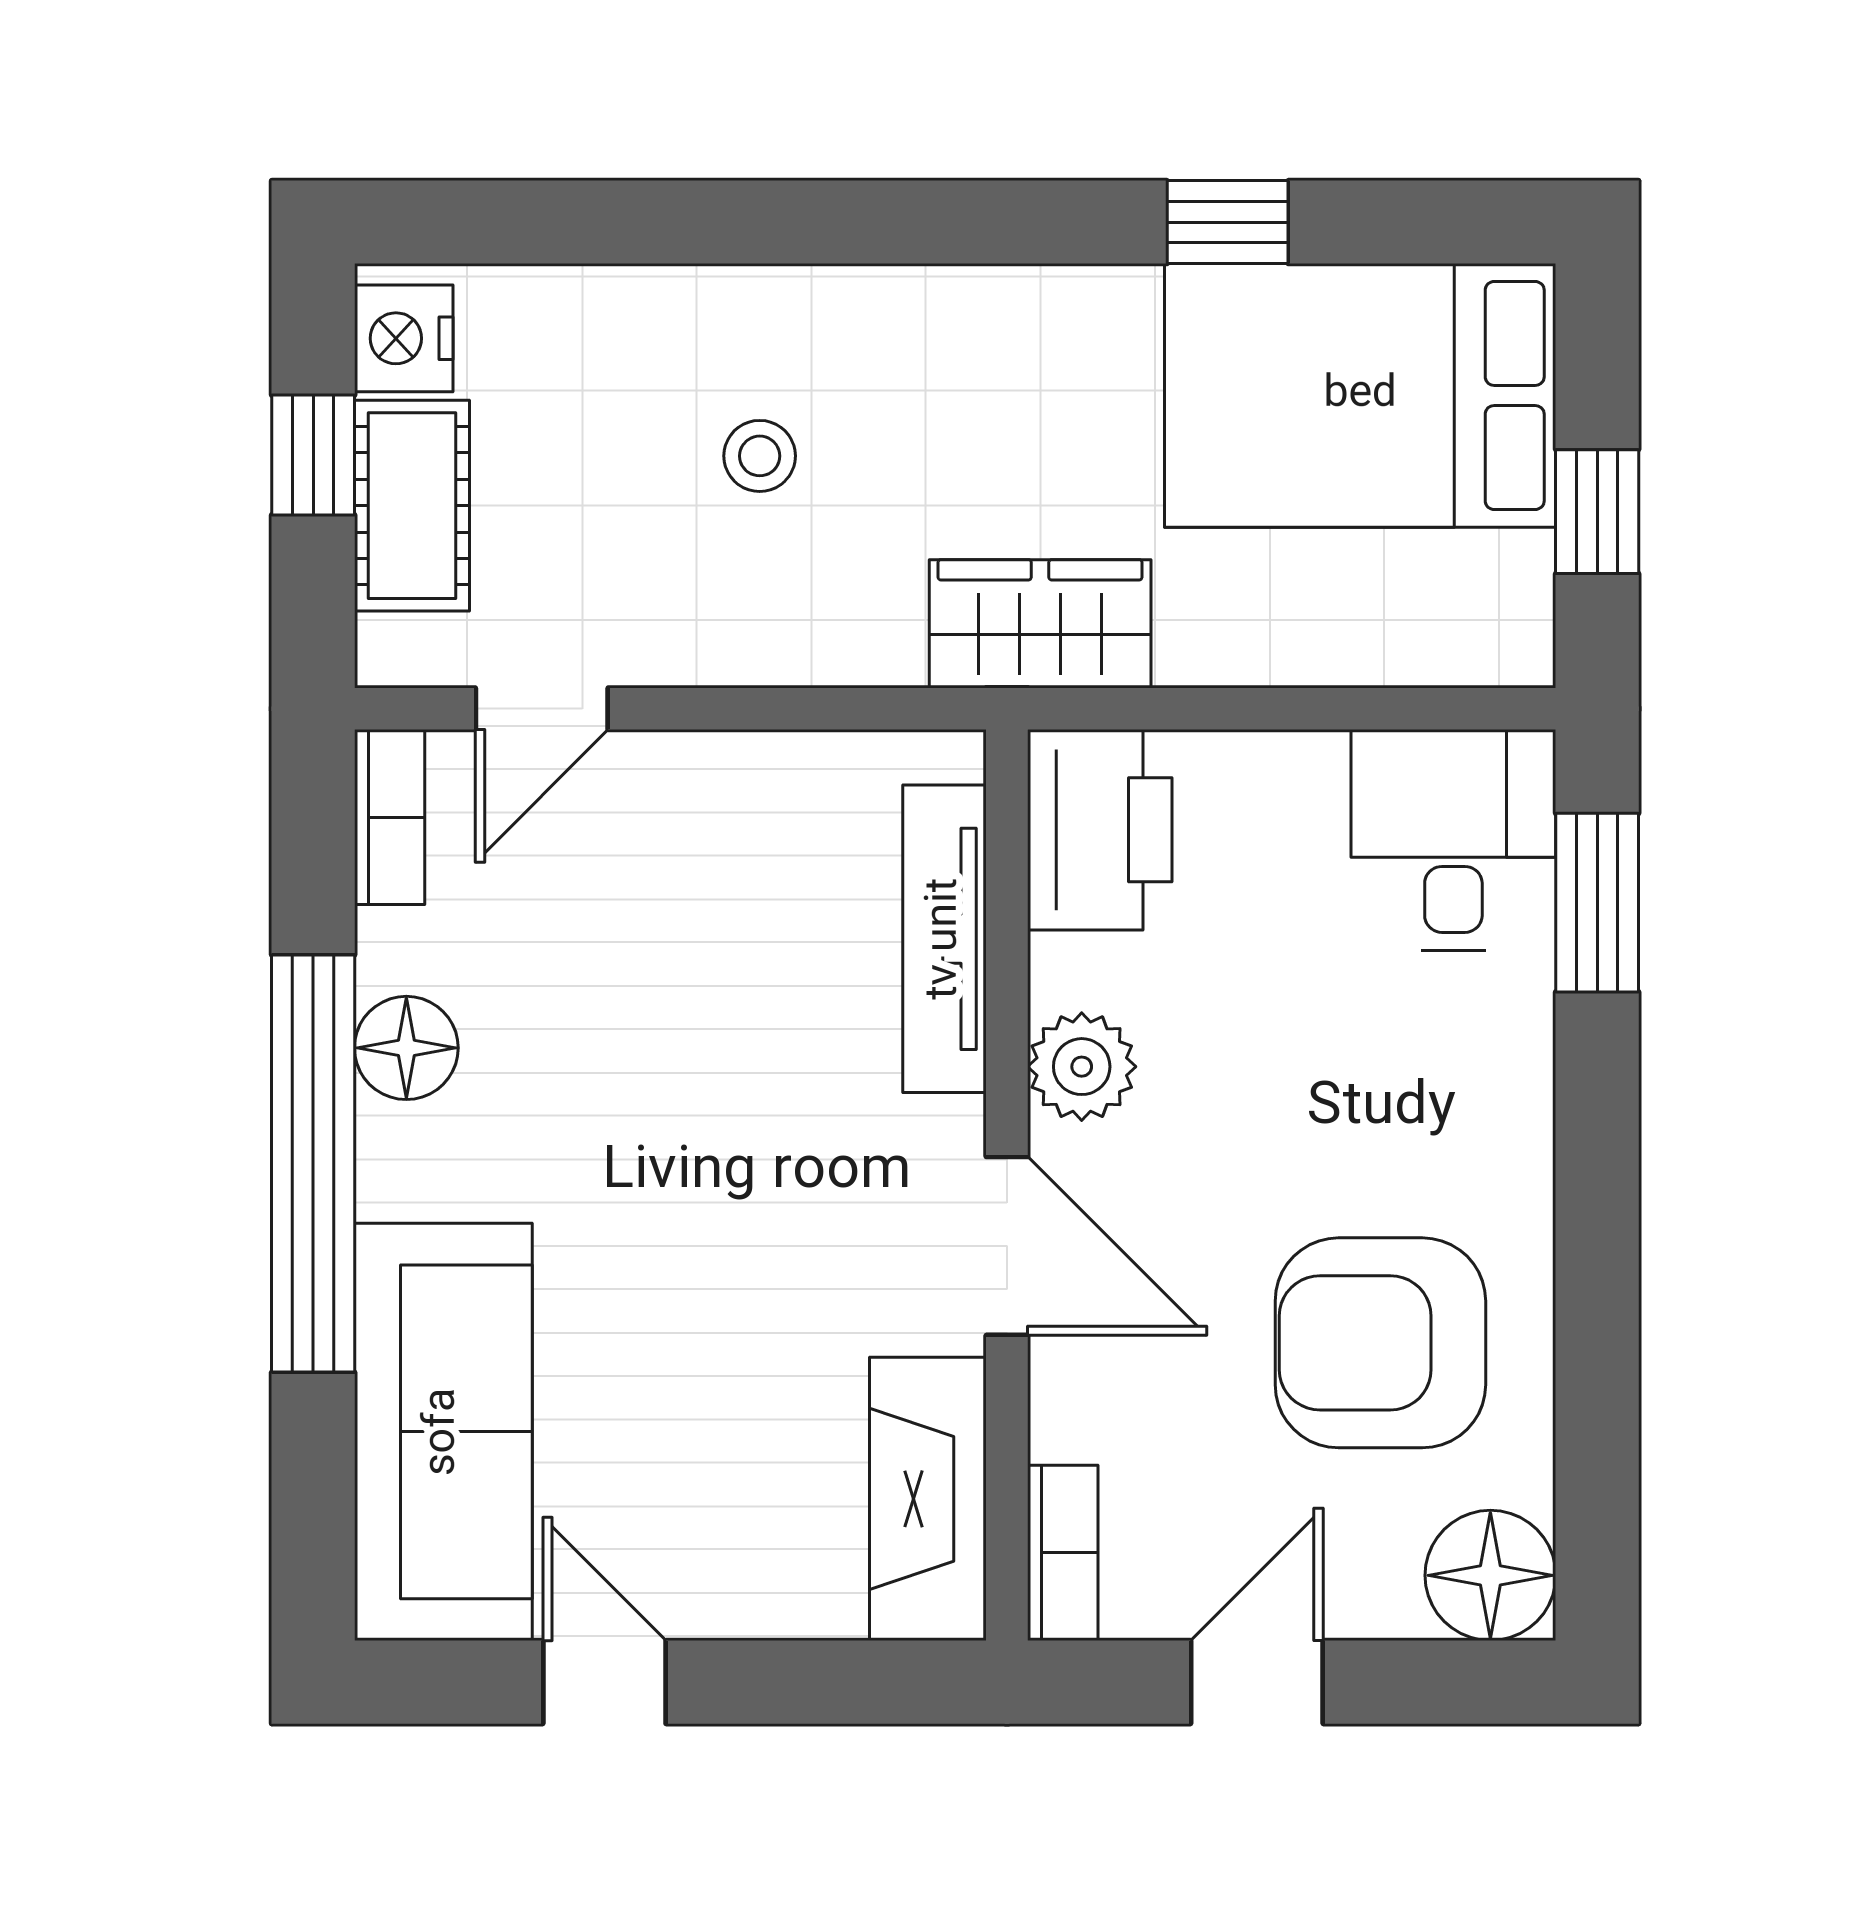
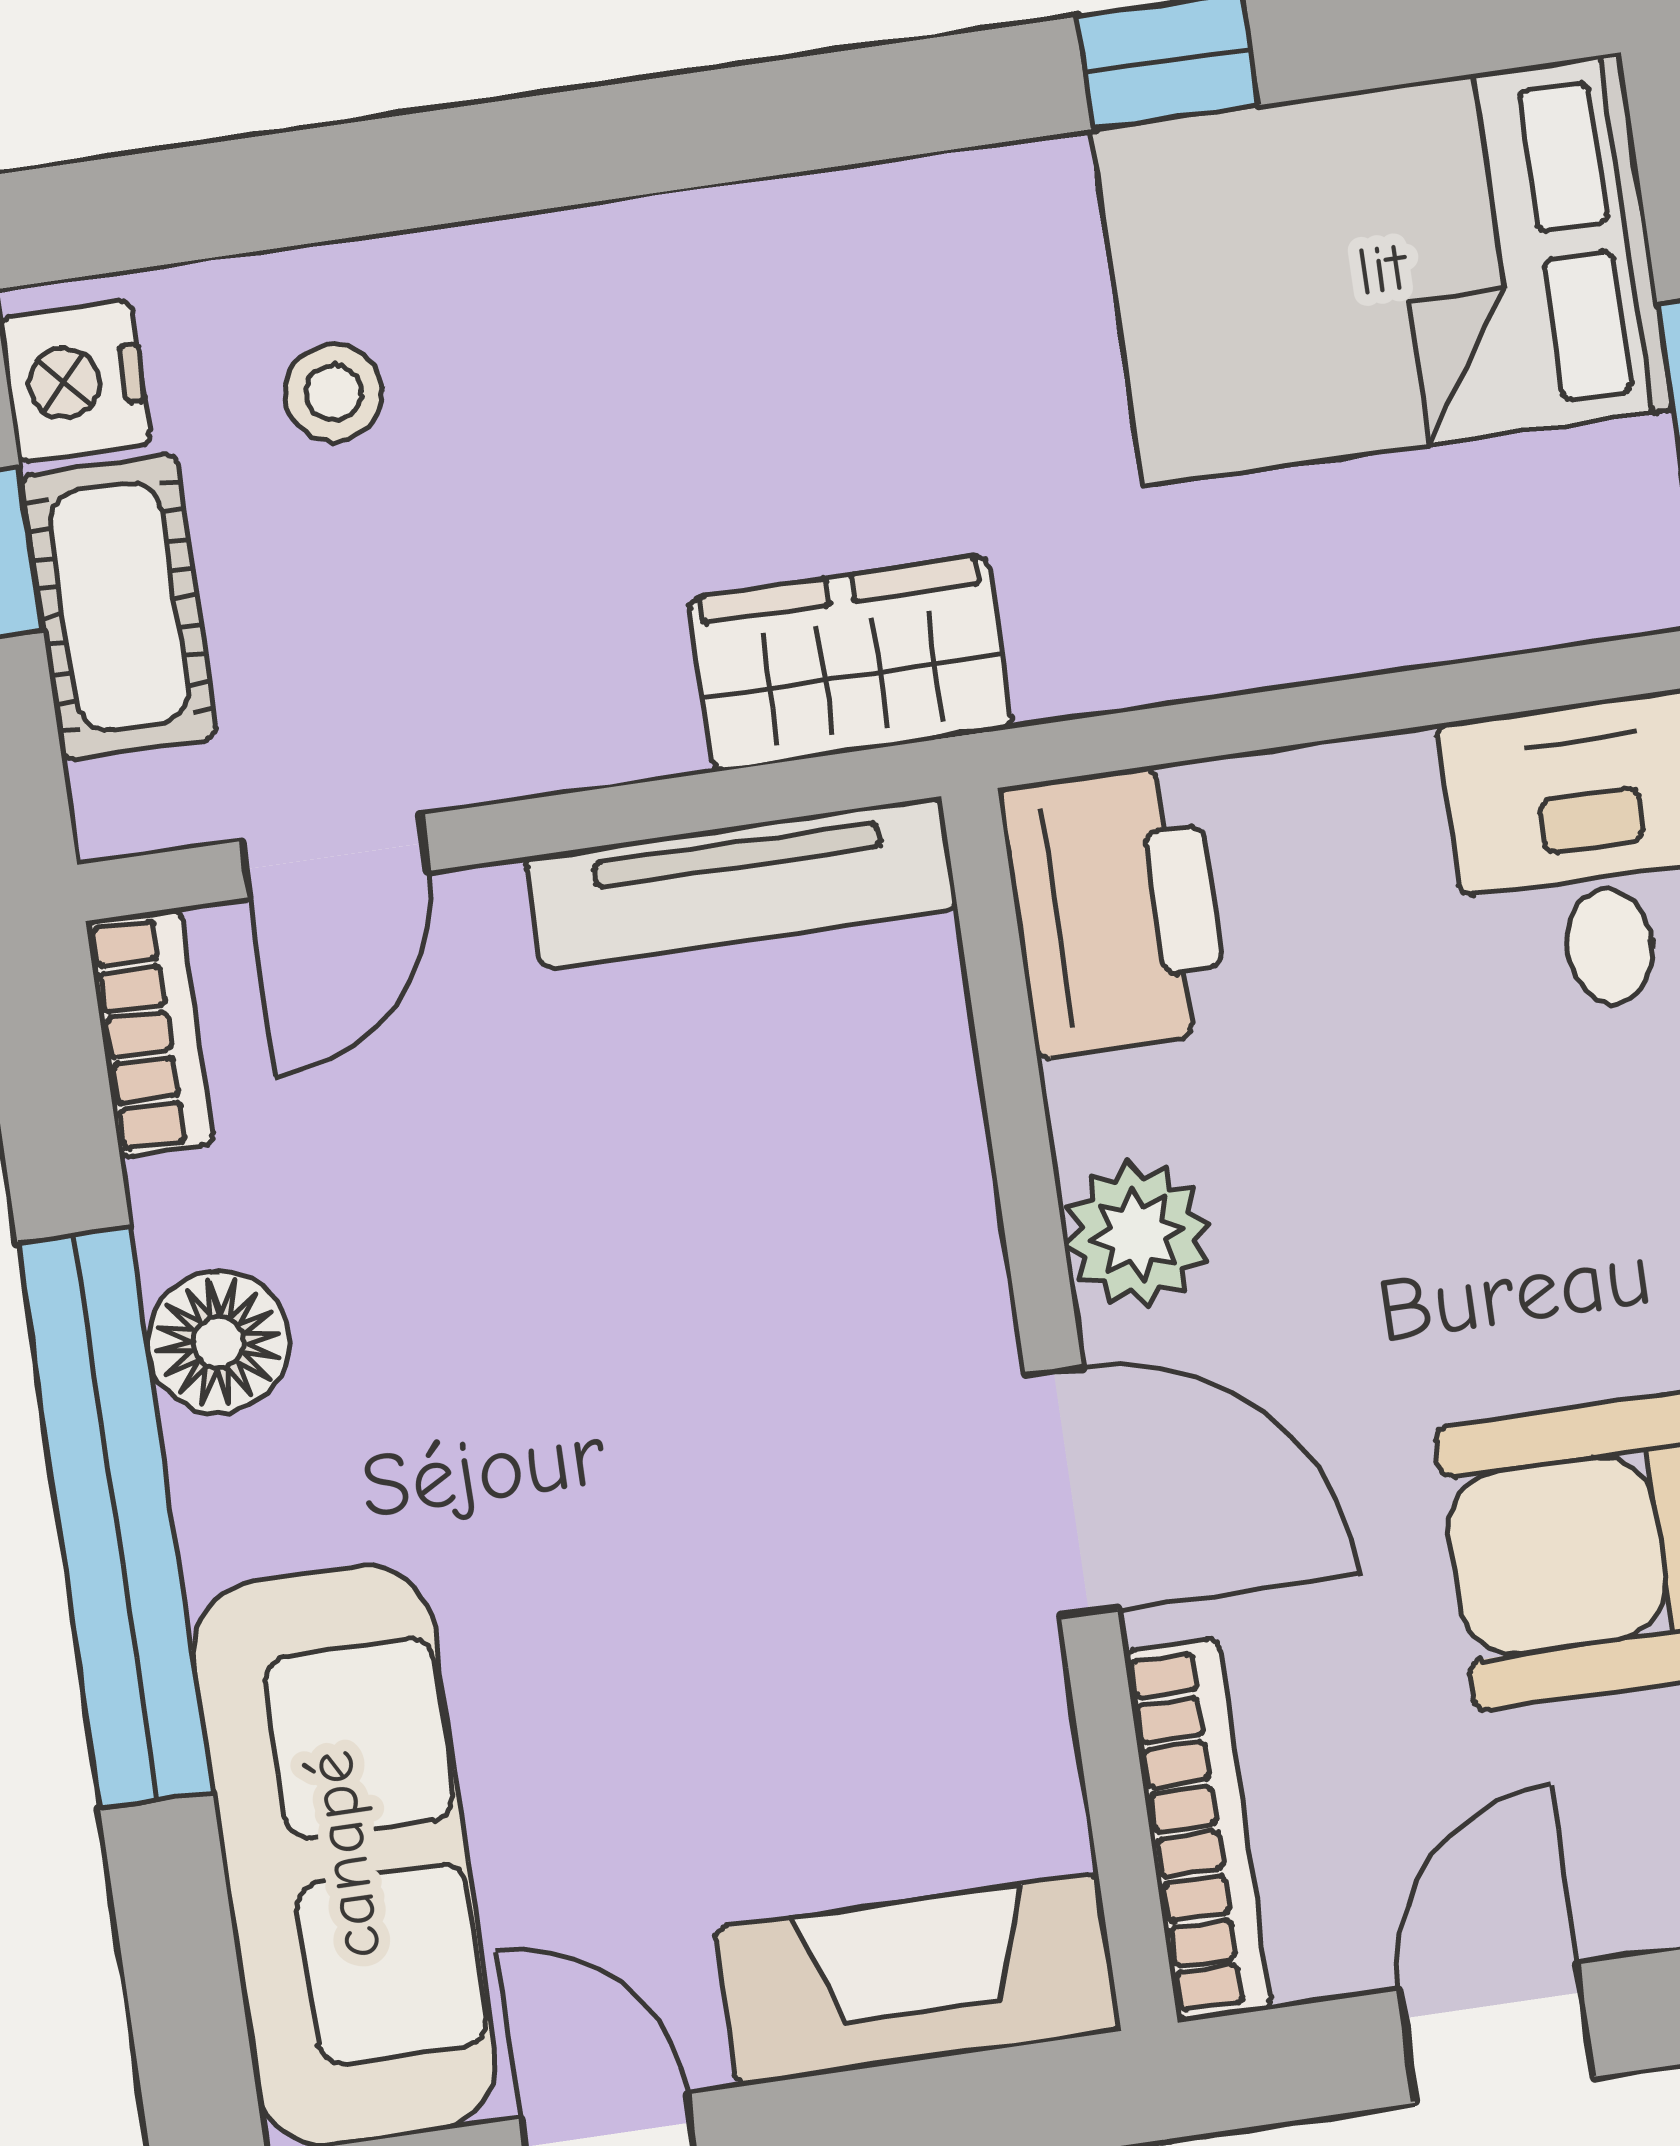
stool: (760, 456) -> (334, 393), moved
wardrobe: (1040, 624) -> (850, 663), moved
tv unit: (945, 939) -> (741, 883), moved, turned -90
fireplace: (928, 1499) -> (918, 1980), moved, turned 90
bookcase: (1063, 1553) -> (1198, 1830), width x1.56

